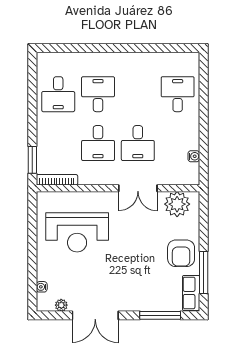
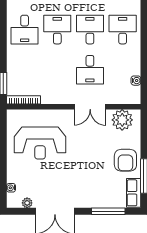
desk: (98, 143) -> (90, 30), moved, turned 180

